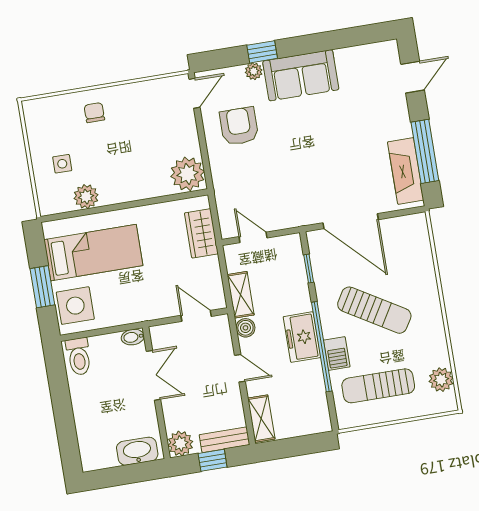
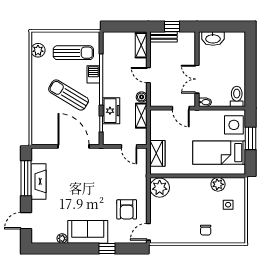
plant: (254, 71) -> (62, 238), moved
fireplace: (406, 171) -> (38, 181), moved
door: (196, 316) -> (181, 108), moved
freezer: (302, 337) -> (111, 111), moved
plant: (180, 443) -> (188, 39), removed

